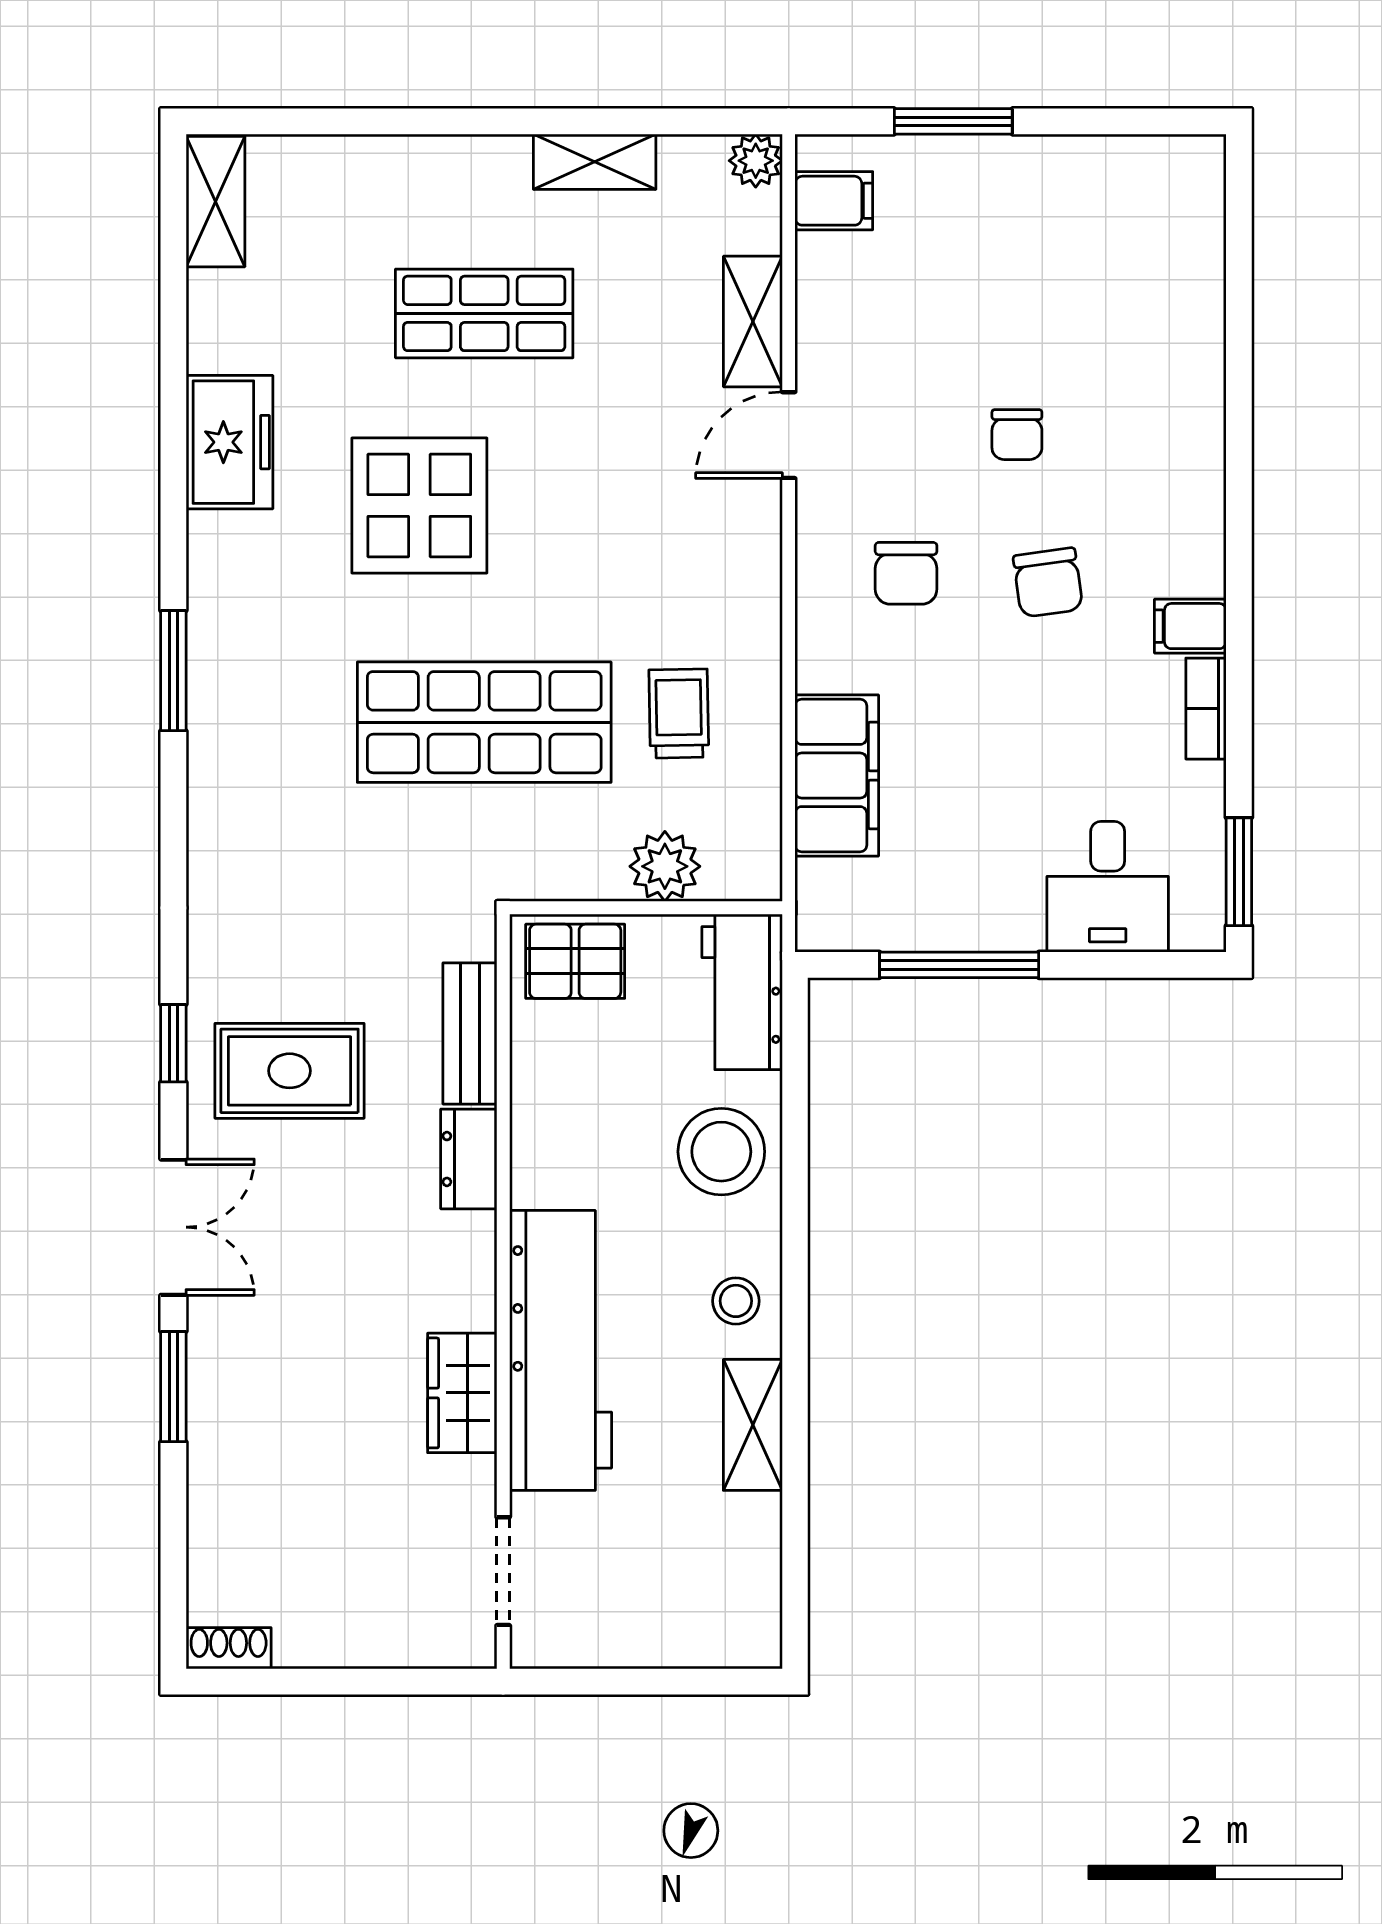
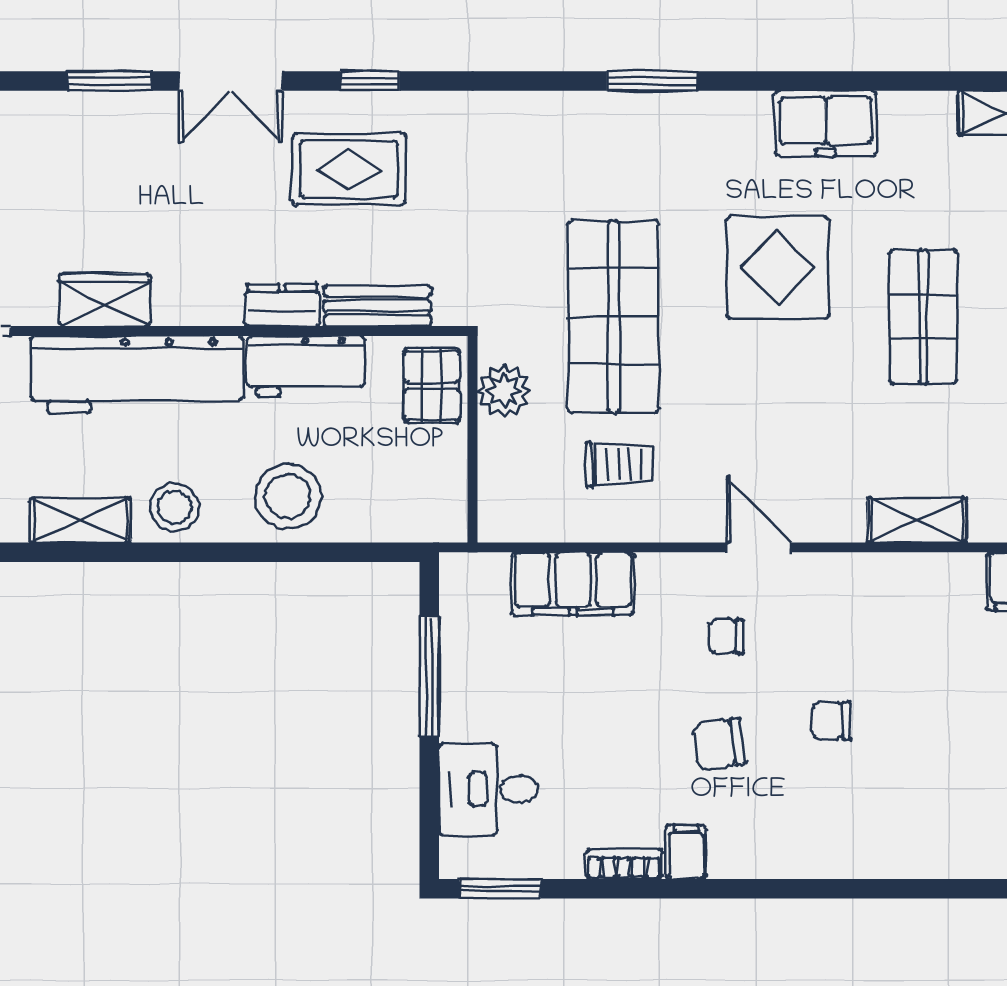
door: (789, 435) -> (759, 547), moved
chair: (906, 573) -> (726, 636), width x0.73, depth x0.73
plant: (665, 866) -> (504, 391), moved
workbench: (742, 992) -> (306, 366), moved, turned 180
rug: (290, 1071) -> (349, 169), turned 90
stool: (736, 1301) -> (174, 507), width x1.37, depth x1.37

